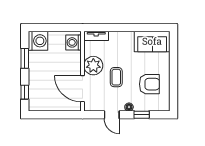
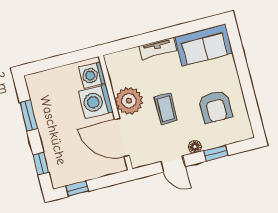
tv unit: (96, 36) -> (158, 48), moved
washing machine: (38, 41) -> (96, 102), moved, turned 180
armchair: (149, 84) -> (216, 107), turned 90
window: (44, 115) -> (77, 189), added

